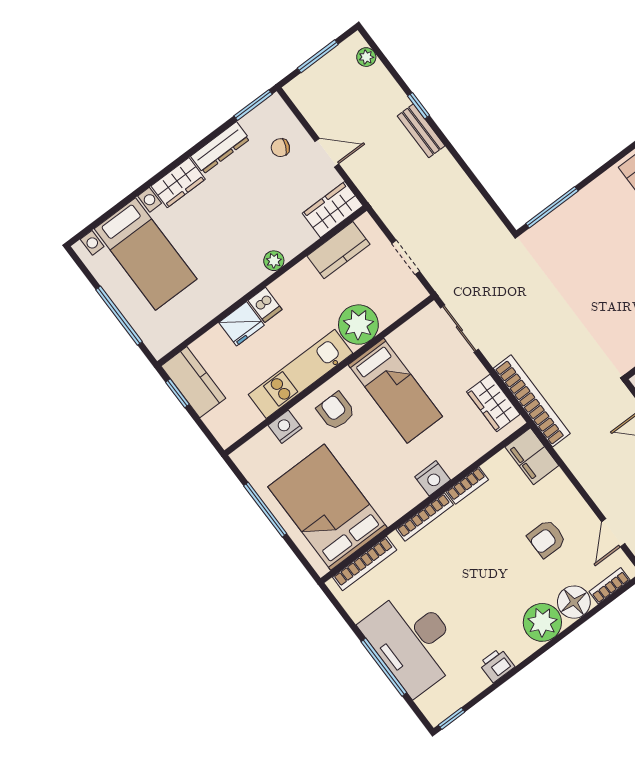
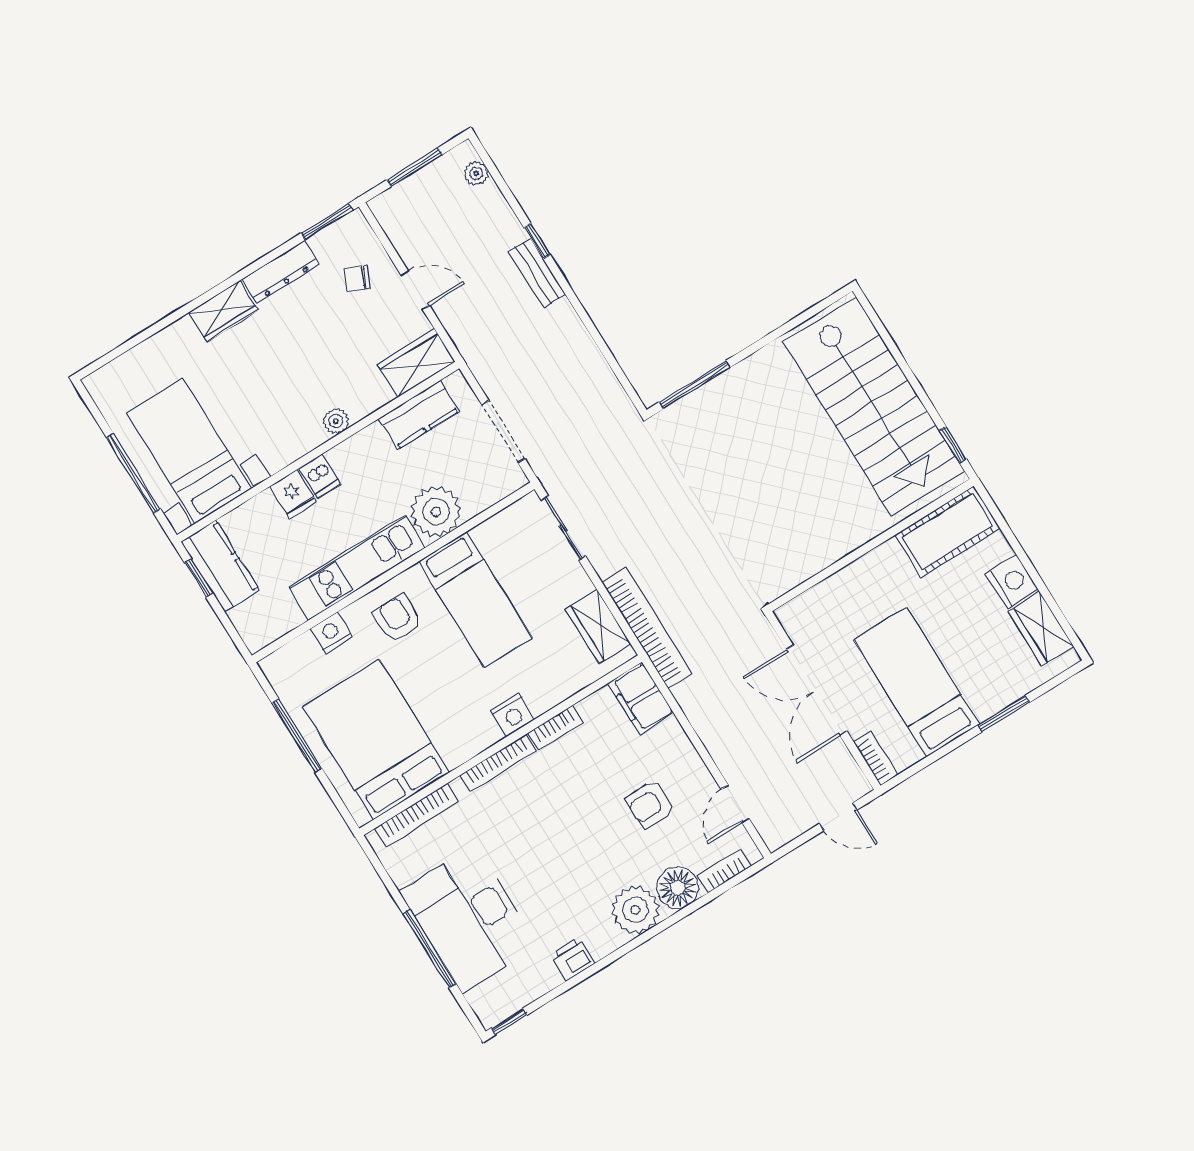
bed with nightstands: (146, 254) -> (189, 451), moved, turned 180
doorway: (406, 257) -> (503, 432), width x1.38
fridge: (242, 324) -> (293, 494), width x0.72

